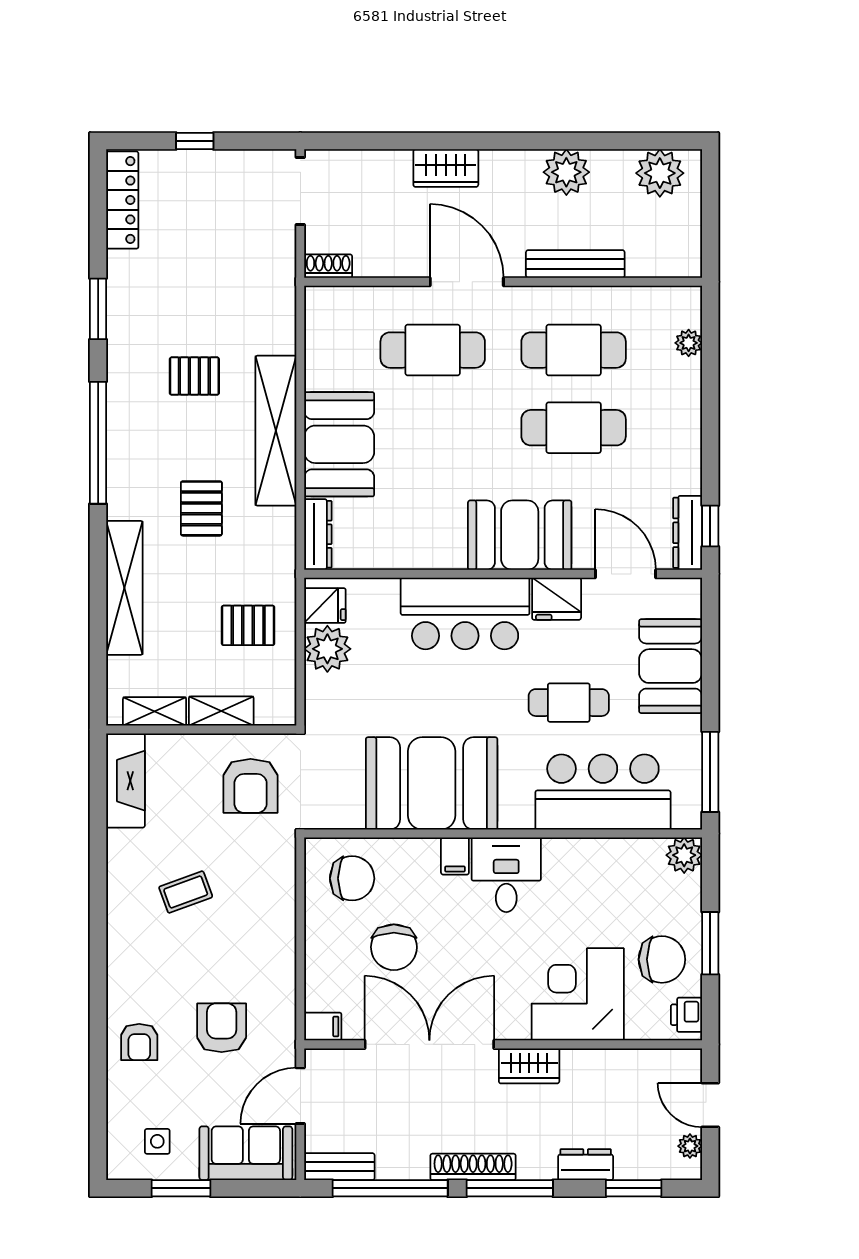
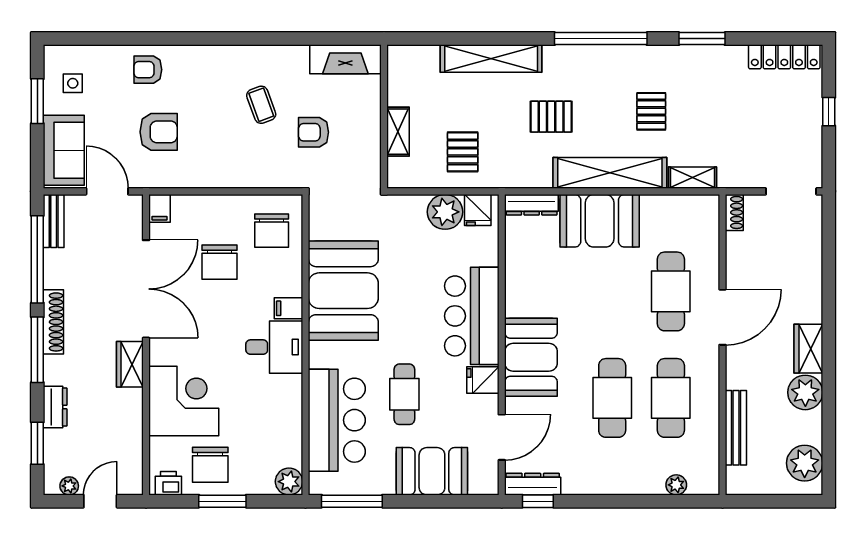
wardrobe: (446, 168) -> (808, 349), moved
bench: (575, 264) -> (736, 428), moved
fridge: (557, 599) -> (483, 380), width x0.72
shelving: (155, 711) -> (692, 178), moved, turned 90
armchair: (251, 786) -> (314, 132), moved, width x0.72, depth x0.72
chair: (394, 947) -> (219, 262), turned -90

